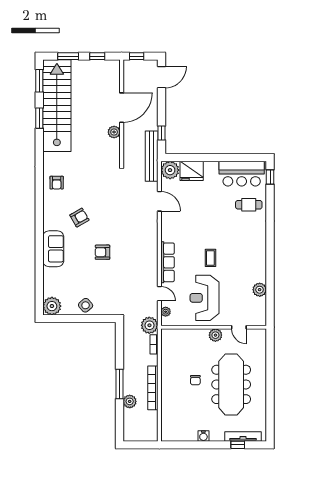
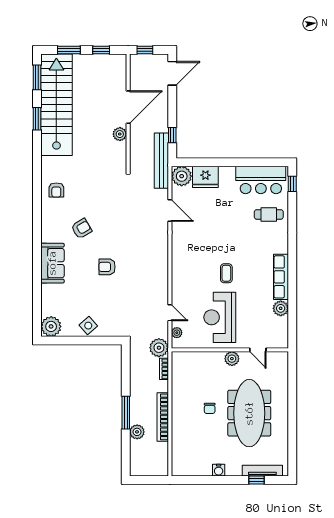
row of seats: (167, 262) -> (281, 277), moved, turned 180

